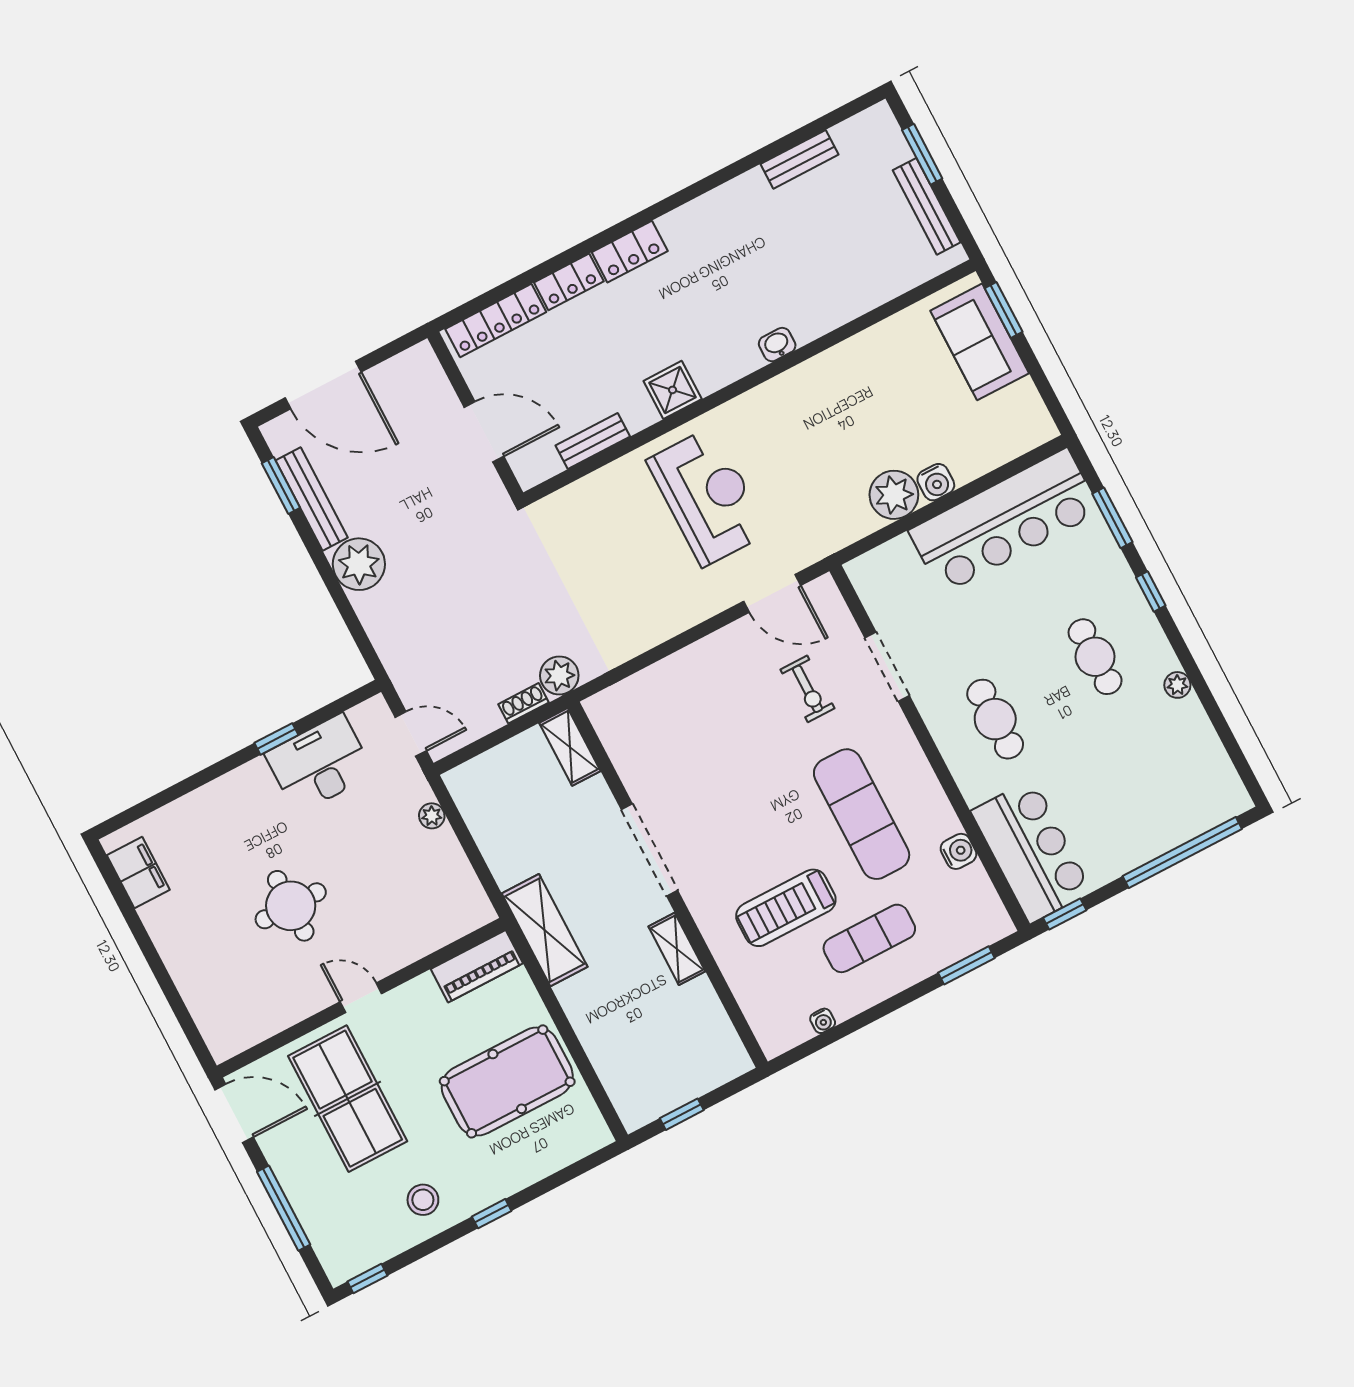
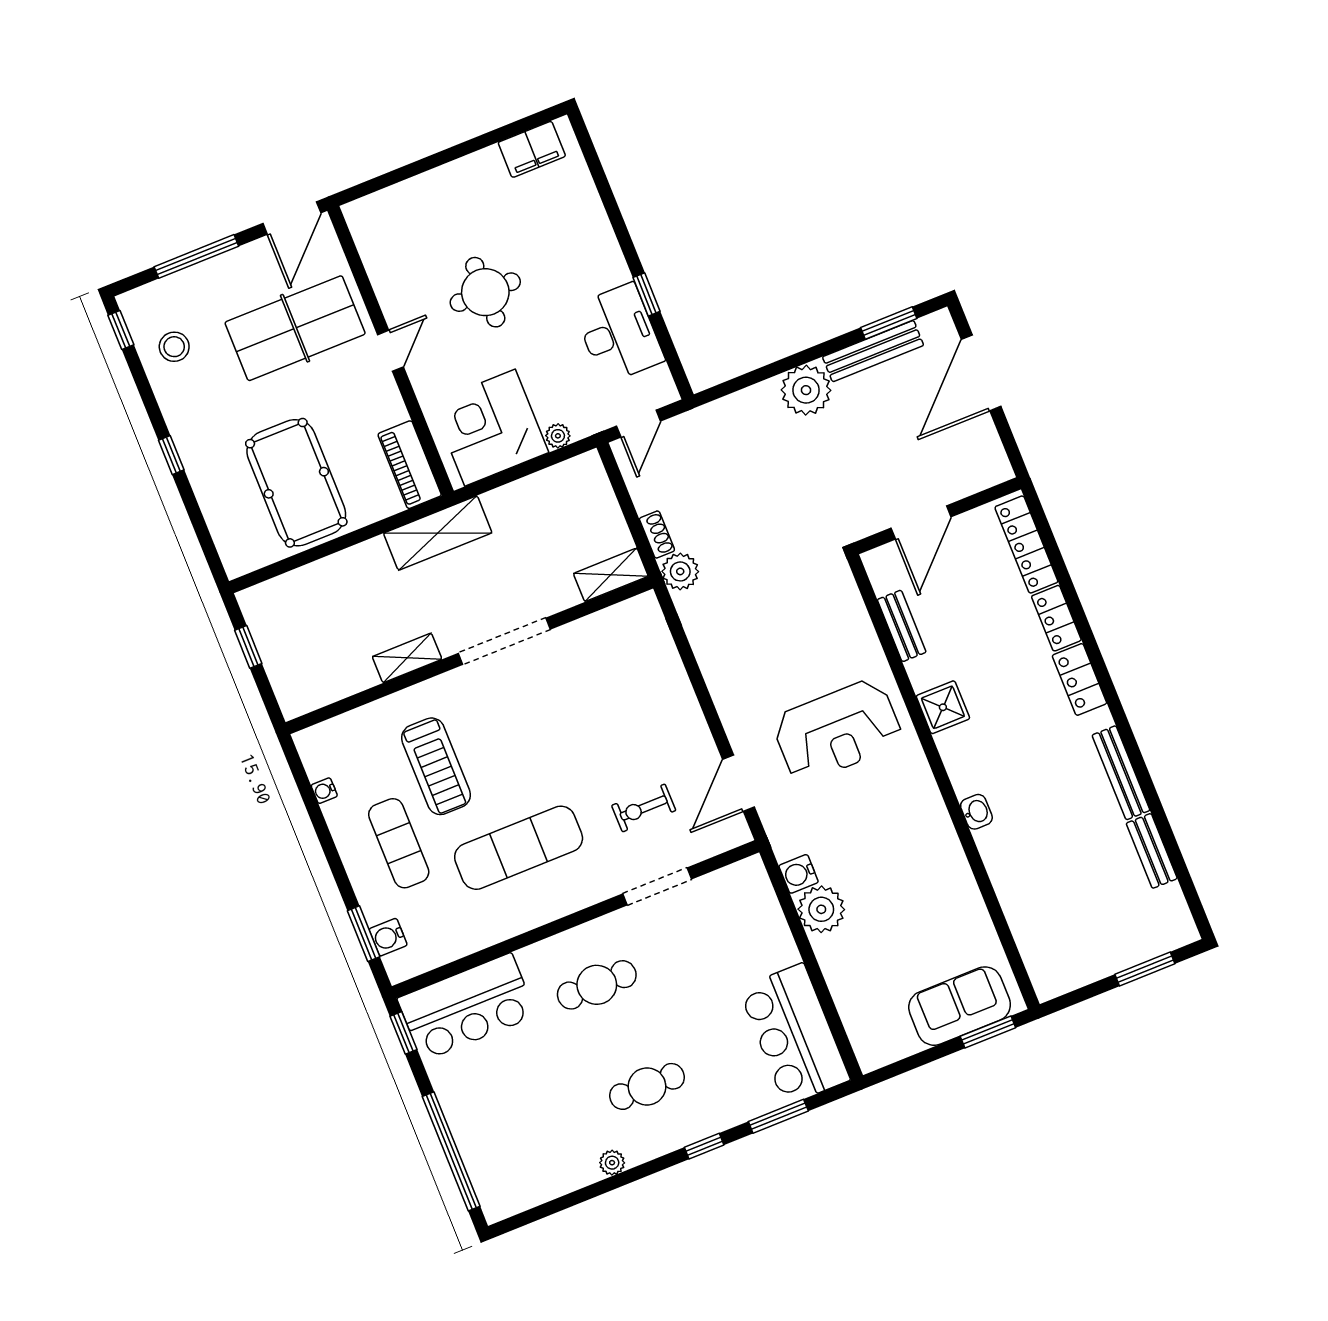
bench: (927, 206) -> (1121, 773), moved, turned 90
water cooler: (936, 482) -> (799, 874), moved
bar counter: (1004, 521) -> (794, 1034), width x0.73
water cooler: (958, 851) -> (388, 937), moved, turned 90
corner desk: (430, 887) -> (490, 428), added
treadmill: (786, 908) -> (436, 766), turned 180
stool: (423, 1200) -> (174, 347), moved

